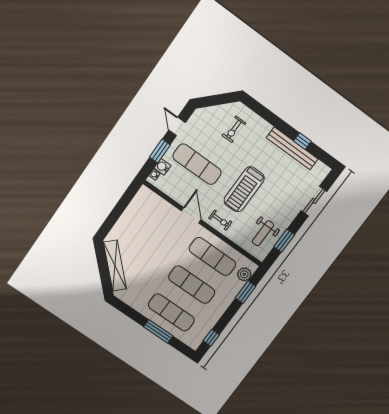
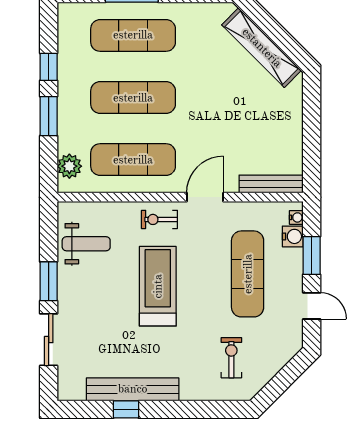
exercise mat: (197, 164) -> (248, 274), turned 90
bench: (155, 199) -> (271, 184), added
door: (191, 215) -> (205, 197), swing flipped
weight bench: (263, 233) -> (86, 244), turned 90
window: (284, 241) -> (49, 281), moved
window: (246, 292) -> (49, 116), moved
window: (211, 338) -> (49, 67), moved

